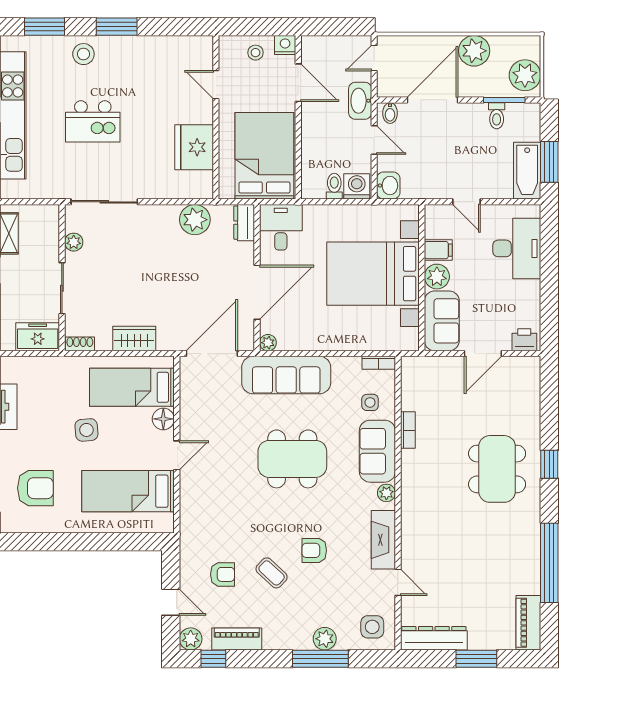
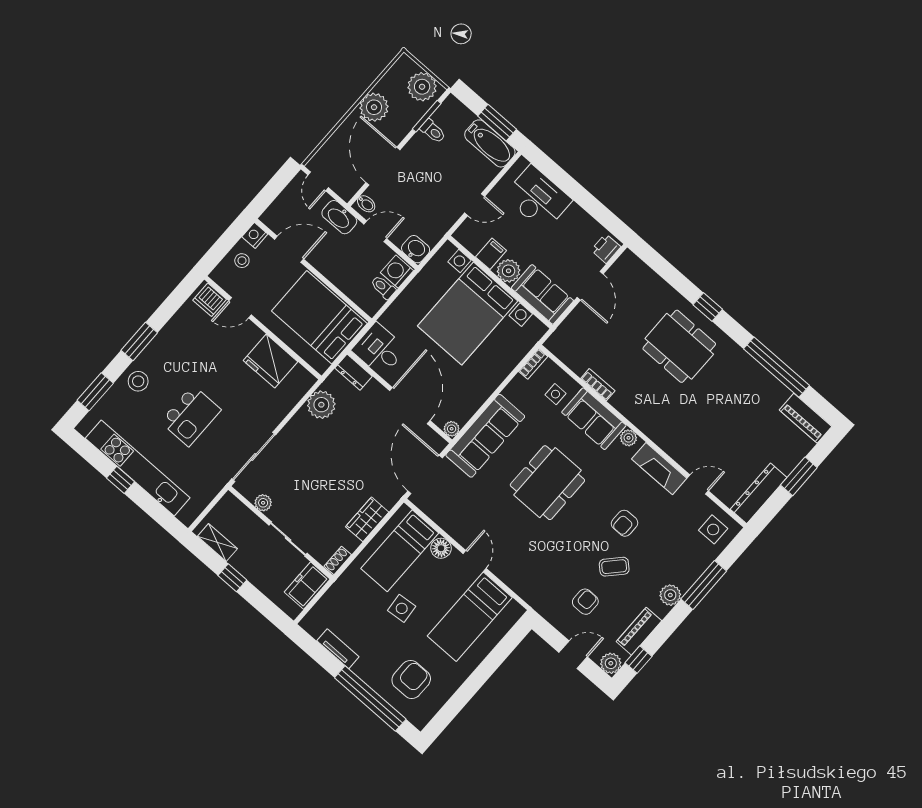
dishwasher: (201, 54) -> (210, 300), added
plant: (325, 639) -> (670, 595), moved

